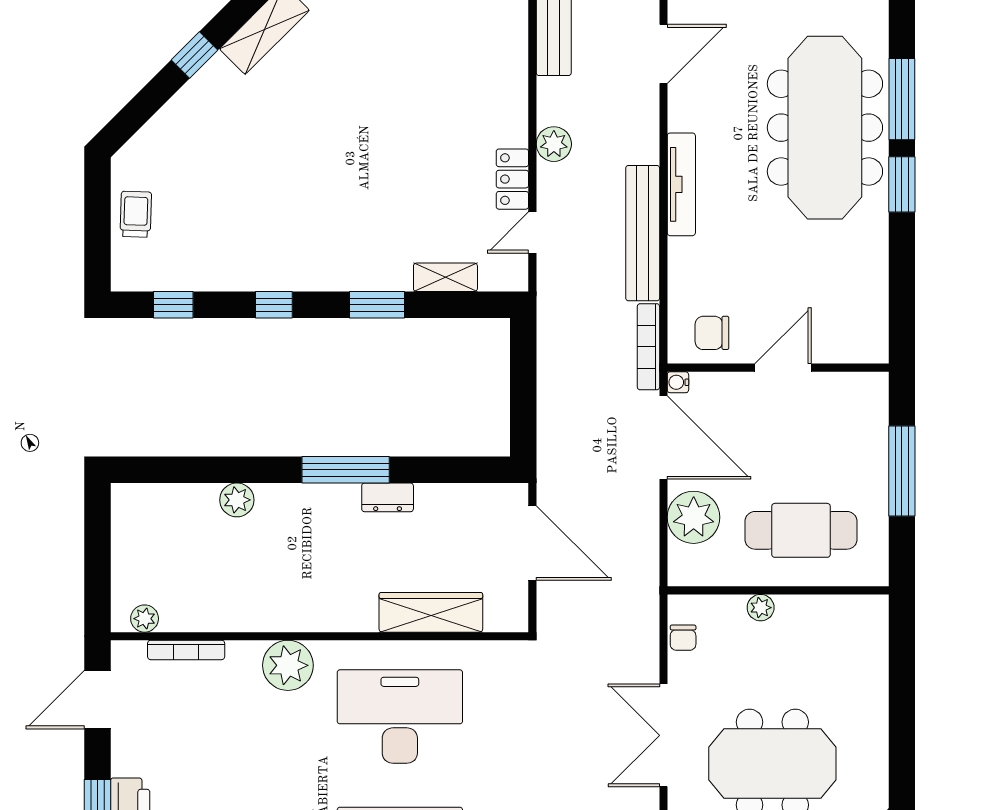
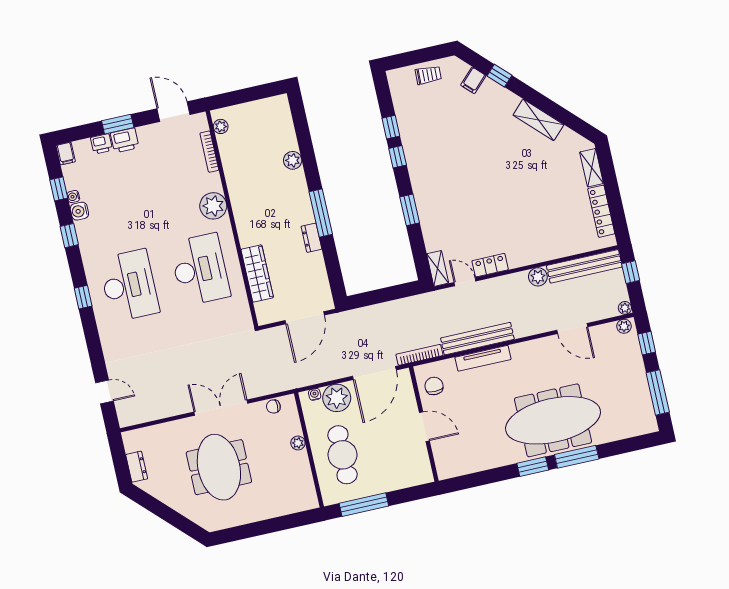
window: (195, 55) -> (499, 76), moved
filing cabinet: (164, 133) -> (473, 80), added
plant: (554, 144) -> (538, 277), moved
tv unit: (681, 184) -> (483, 358), moved
shelving: (445, 277) -> (438, 268), moved
window: (173, 305) -> (391, 127), moved
water cooler: (678, 382) -> (315, 394), moved
window: (902, 471) -> (364, 505), moved

